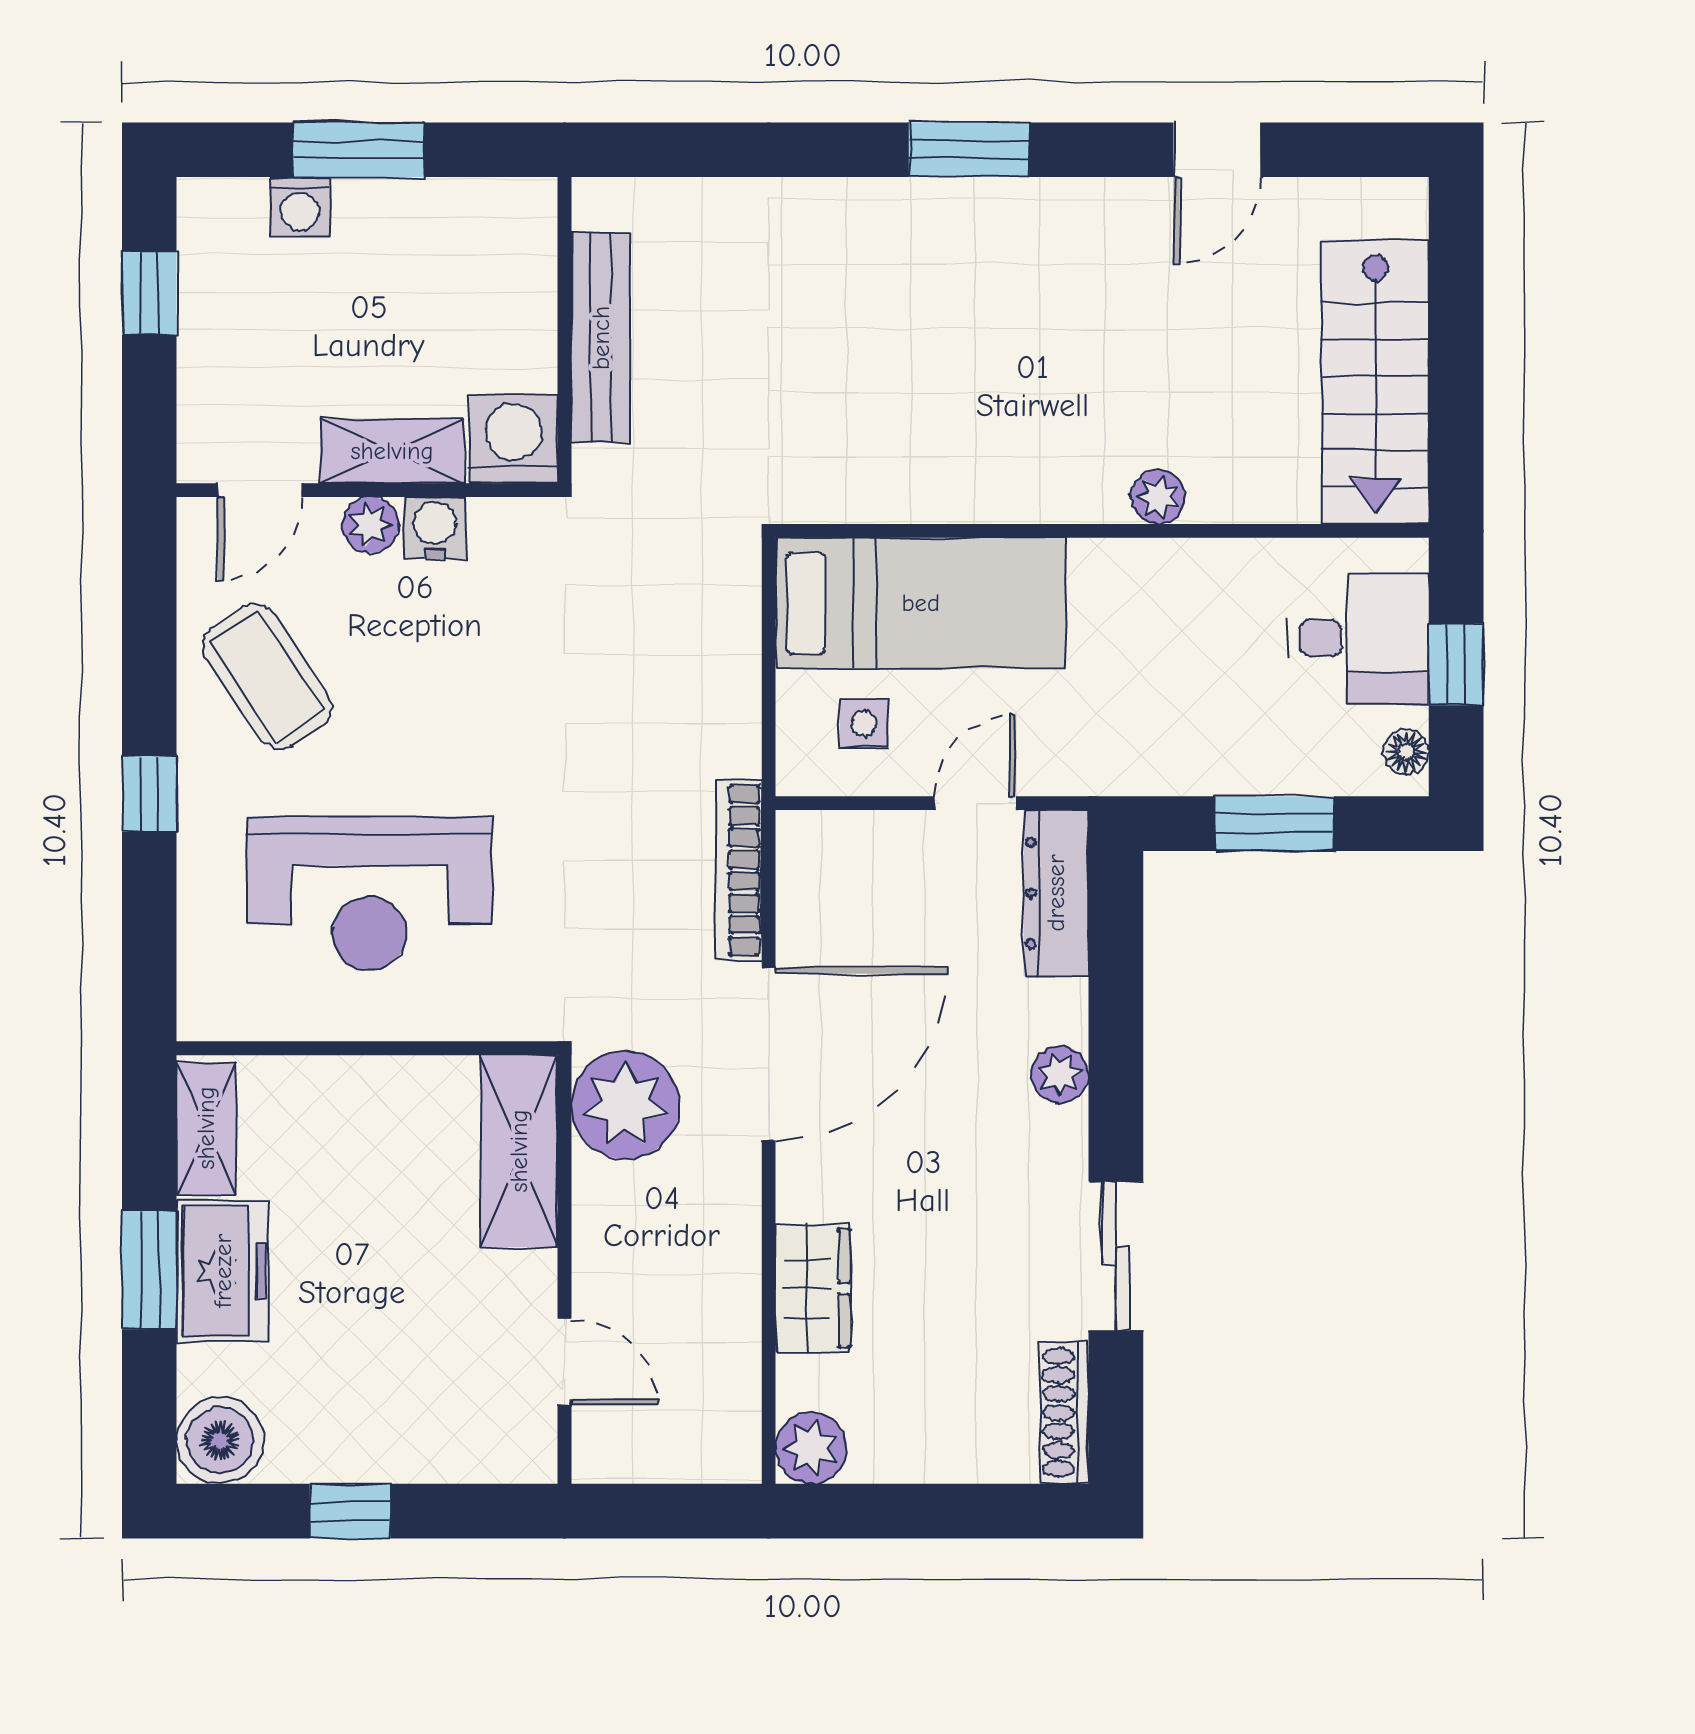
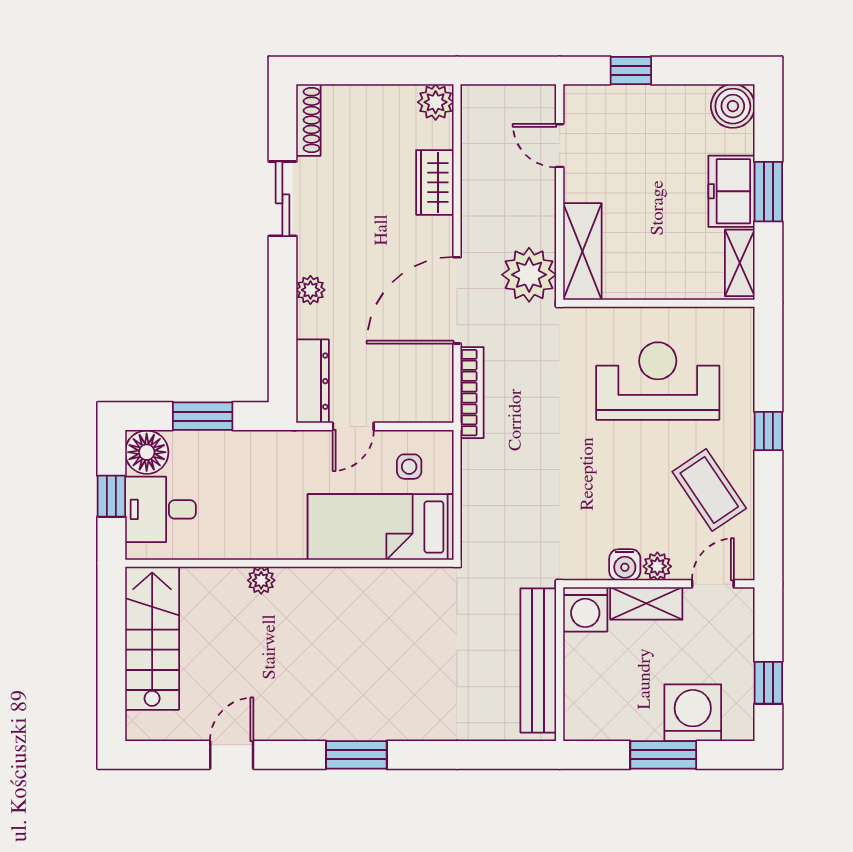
washing machine: (300, 207) -> (693, 713), width x1.89, depth x1.89
bench: (601, 338) -> (538, 660), width x1.37, depth x1.21
floor lamp: (1406, 752) -> (147, 452), width x1.89, depth x1.89
window: (350, 1511) -> (631, 70), moved

